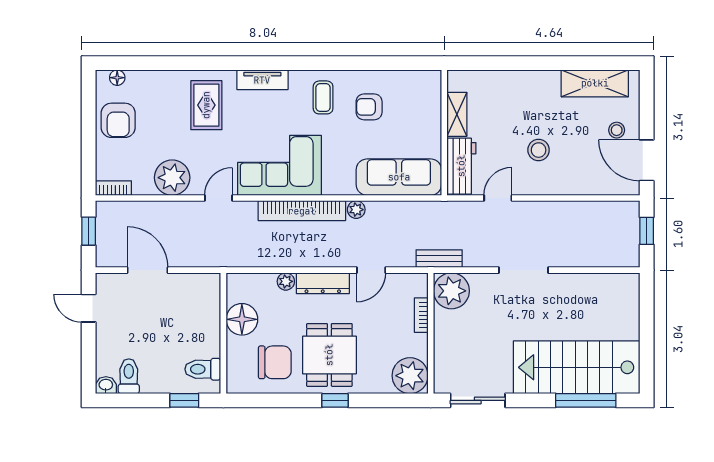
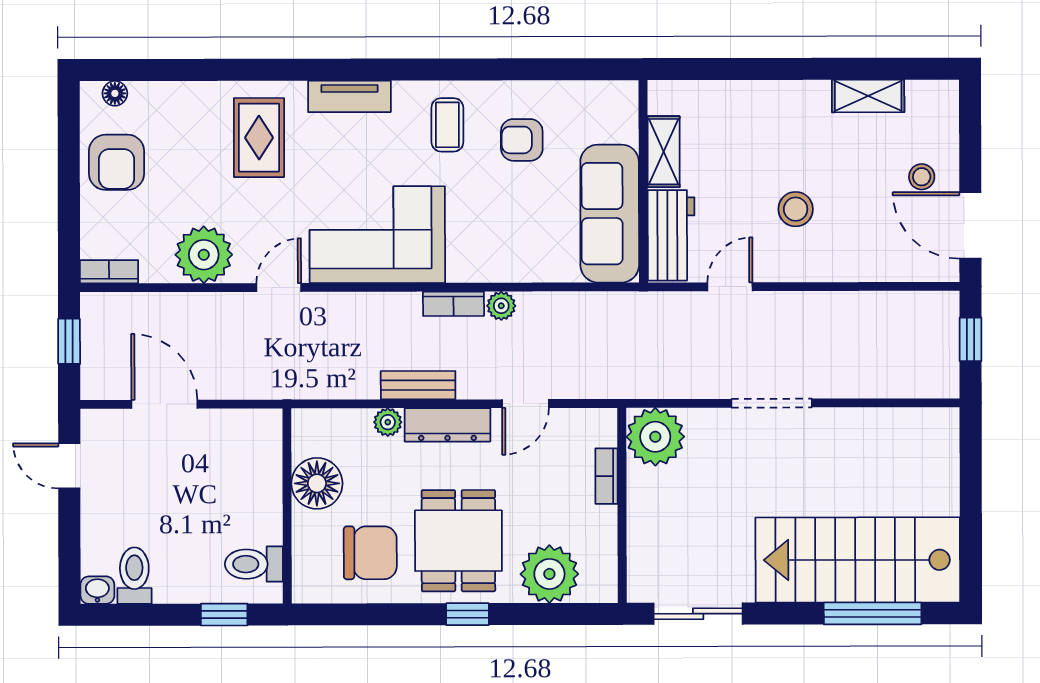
shelving: (595, 83) -> (868, 96), width x0.67, depth x0.75
sofa: (399, 177) -> (610, 214), moved, turned -90
bookcase: (302, 211) -> (454, 304), width x0.43, depth x0.76
bench: (439, 259) -> (418, 385), moved
plant: (410, 376) -> (549, 574), moved

